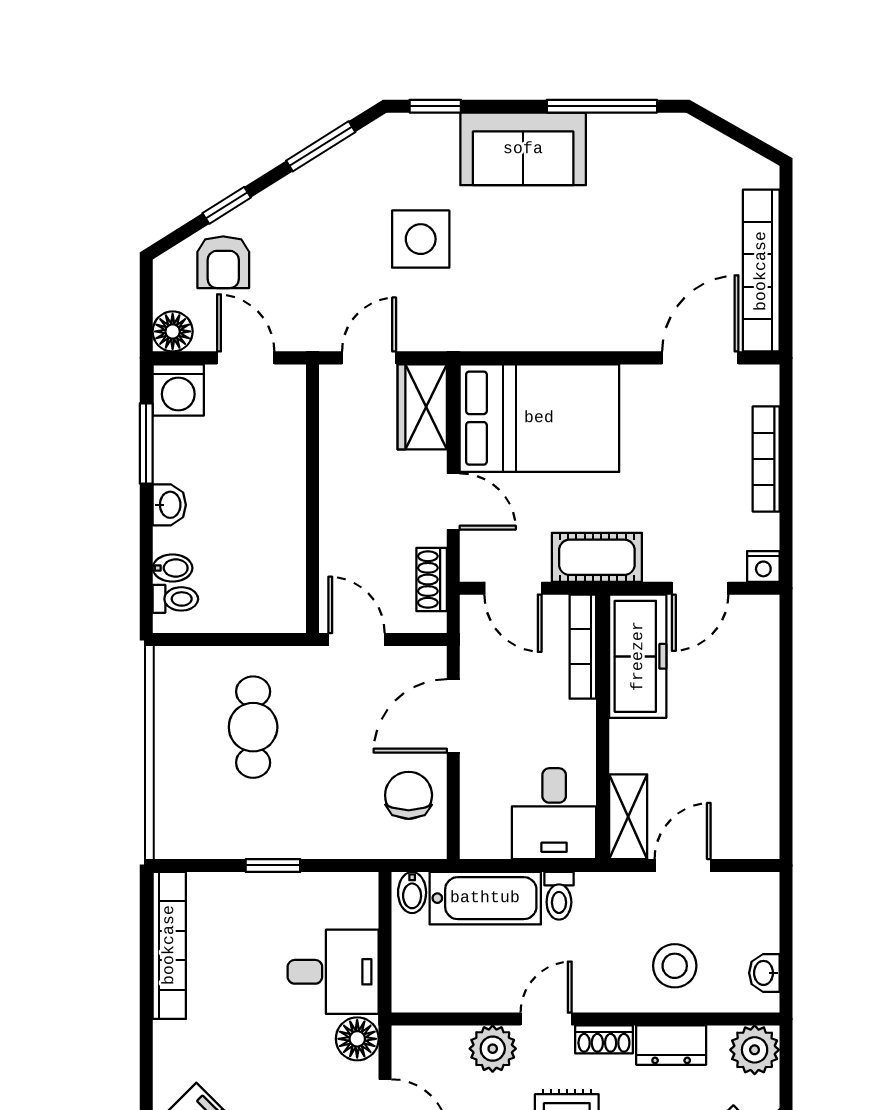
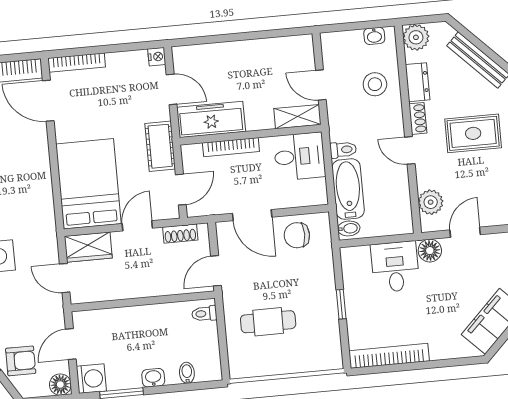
bookcase: (766, 459) -> (77, 63), moved
toilet: (175, 599) -> (204, 314), moved, turned -90
bookcase: (583, 647) -> (231, 147), moved
plant: (493, 1049) -> (431, 202), moved

